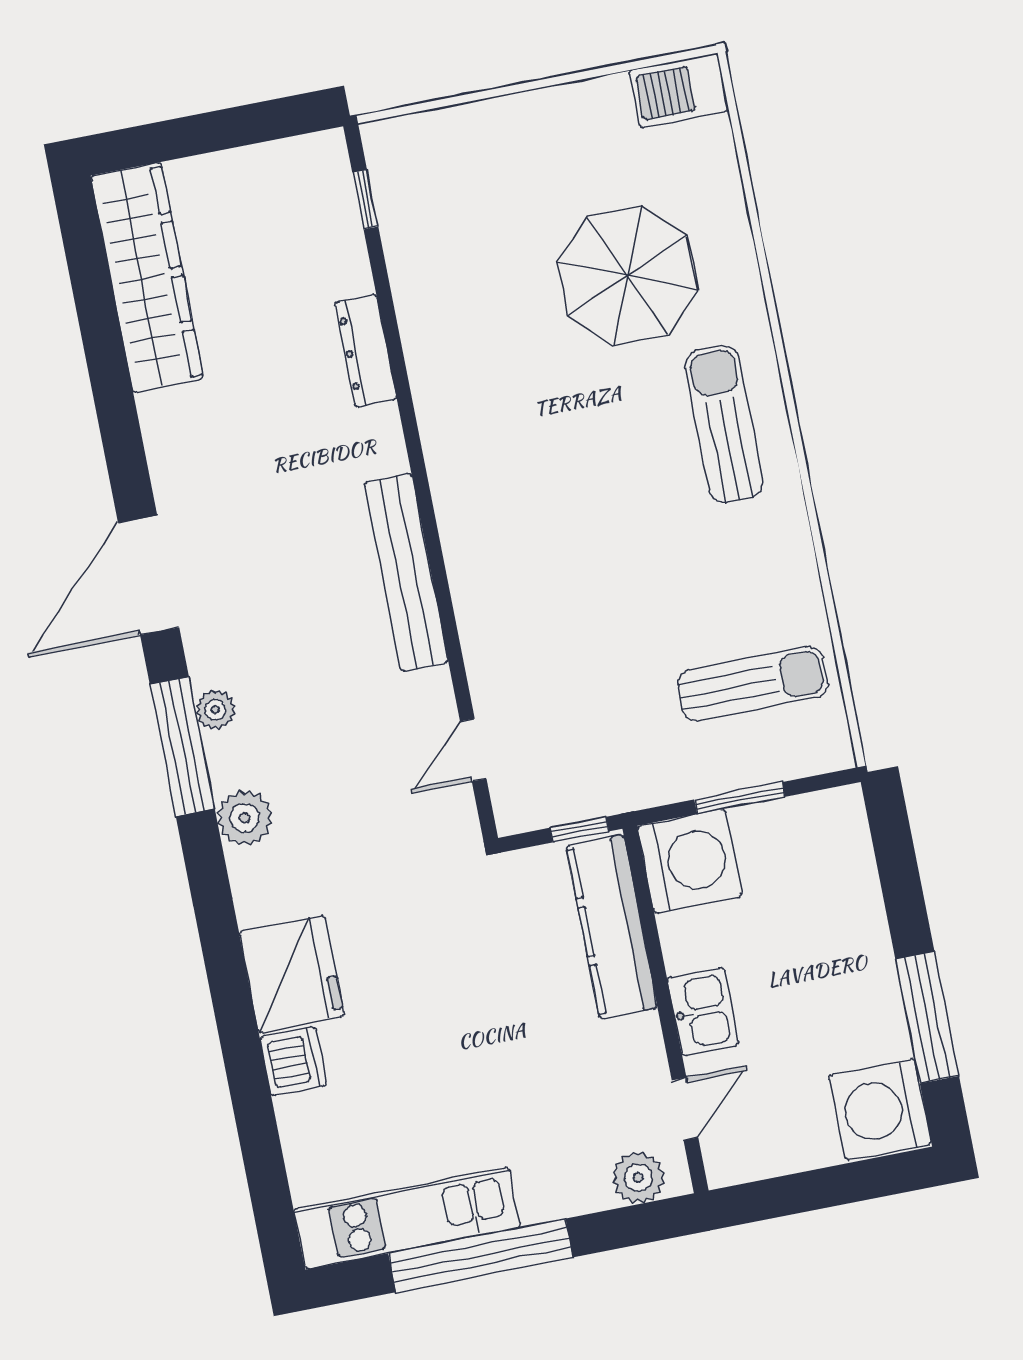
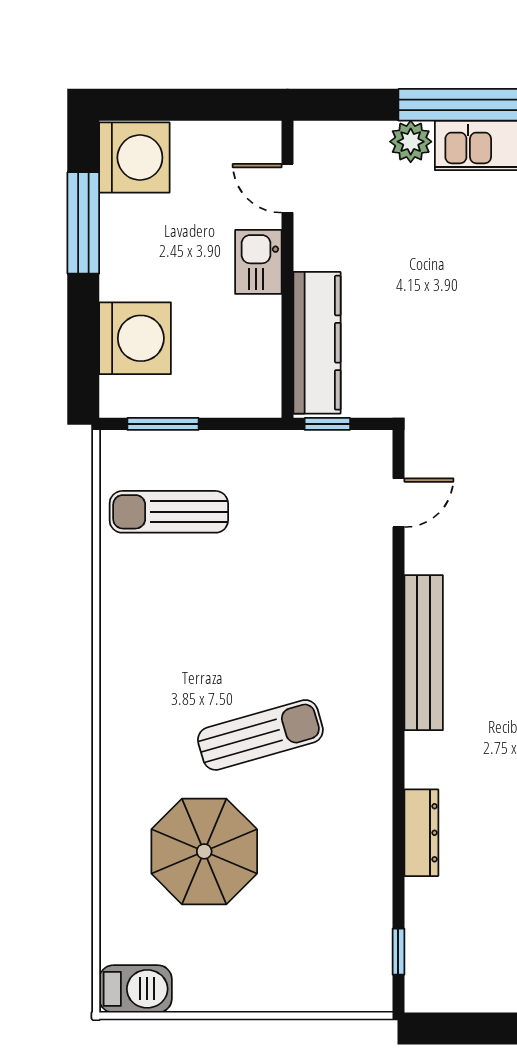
sun lounger: (724, 424) -> (260, 735), moved, turned -106
window: (740, 798) -> (163, 424), moved
washing machine: (690, 861) -> (135, 338), moved, turned 180
door: (685, 1109) -> (287, 188), hinge flipped
plant: (638, 1178) -> (411, 142), moved

